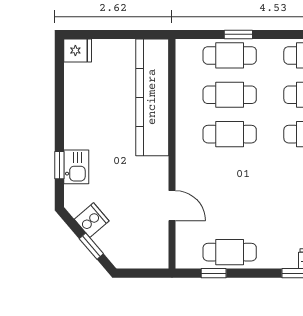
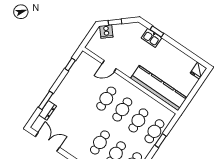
cooker: (92, 220) -> (106, 32), moved
cafe table: (230, 252) -> (106, 99), moved

